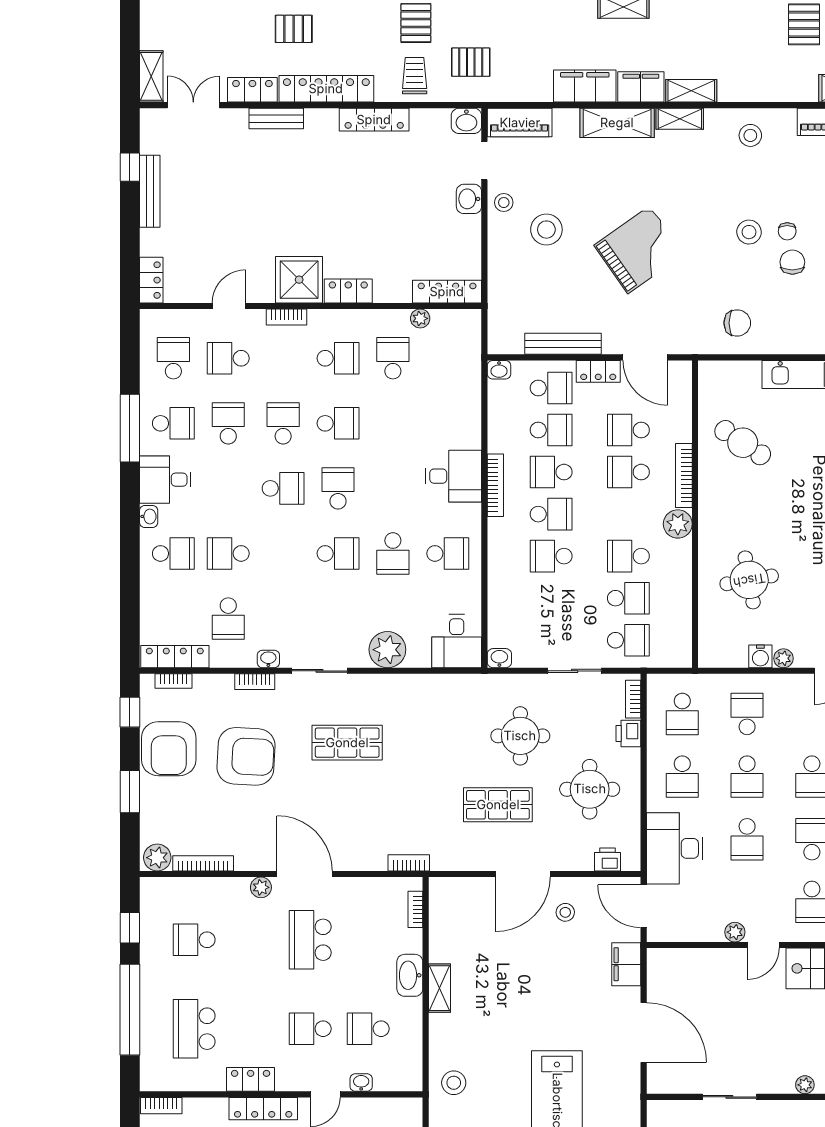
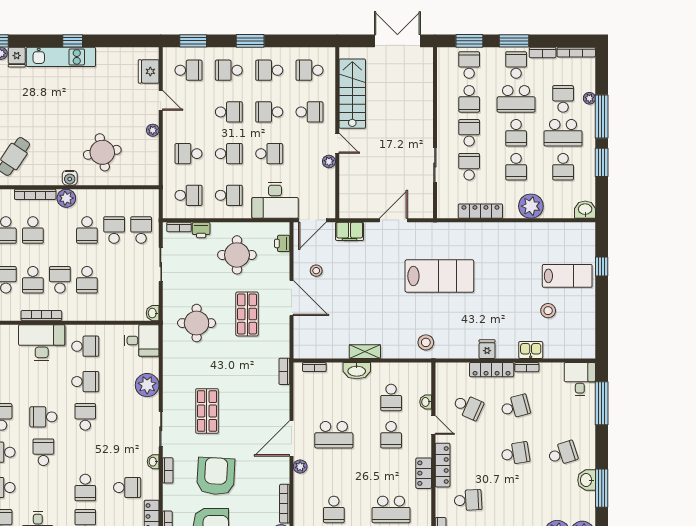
desk: (453, 476) -> (42, 343), width x1.37
school desk: (448, 553) -> (85, 346), turned 90
water cooler: (760, 656) -> (70, 178), moved, turned 90
round table: (520, 736) -> (197, 323), moved
door: (644, 1032) -> (393, 220), width x0.73
plant: (805, 1085) -> (427, 116), removed

